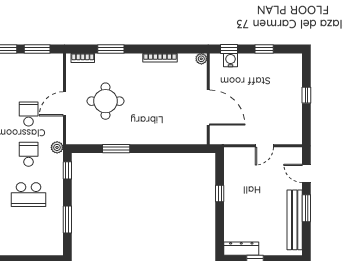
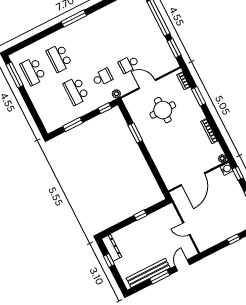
water cooler: (231, 60) -> (226, 169), moved
school desk: (29, 114) -> (129, 64), turned 180

